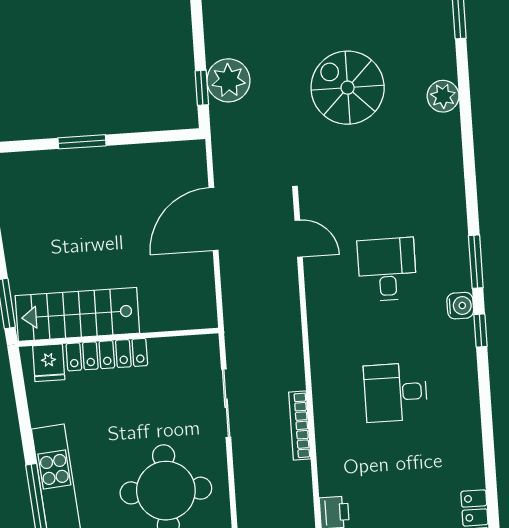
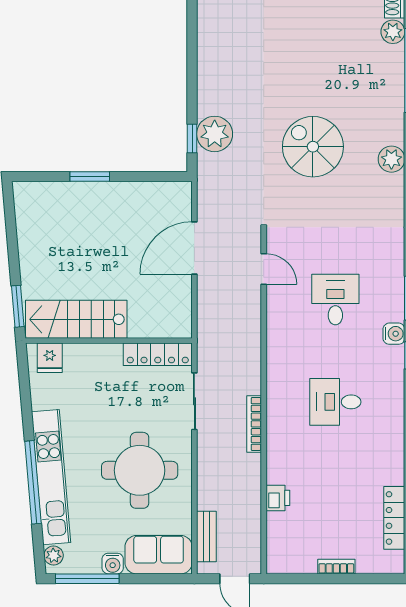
locker: (107, 355) -> (158, 354), moved

